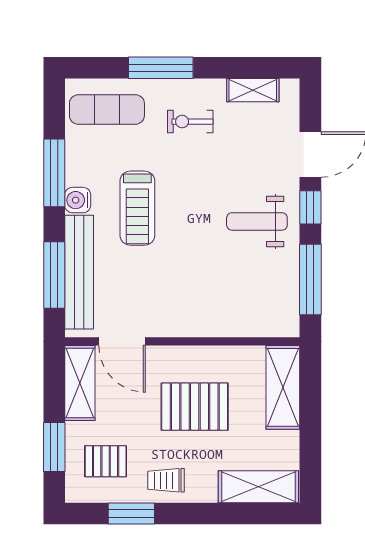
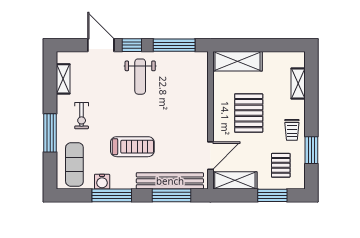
water cooler: (78, 200) -> (102, 182), moved
shelving: (258, 487) -> (298, 84), width x0.67, depth x0.75

